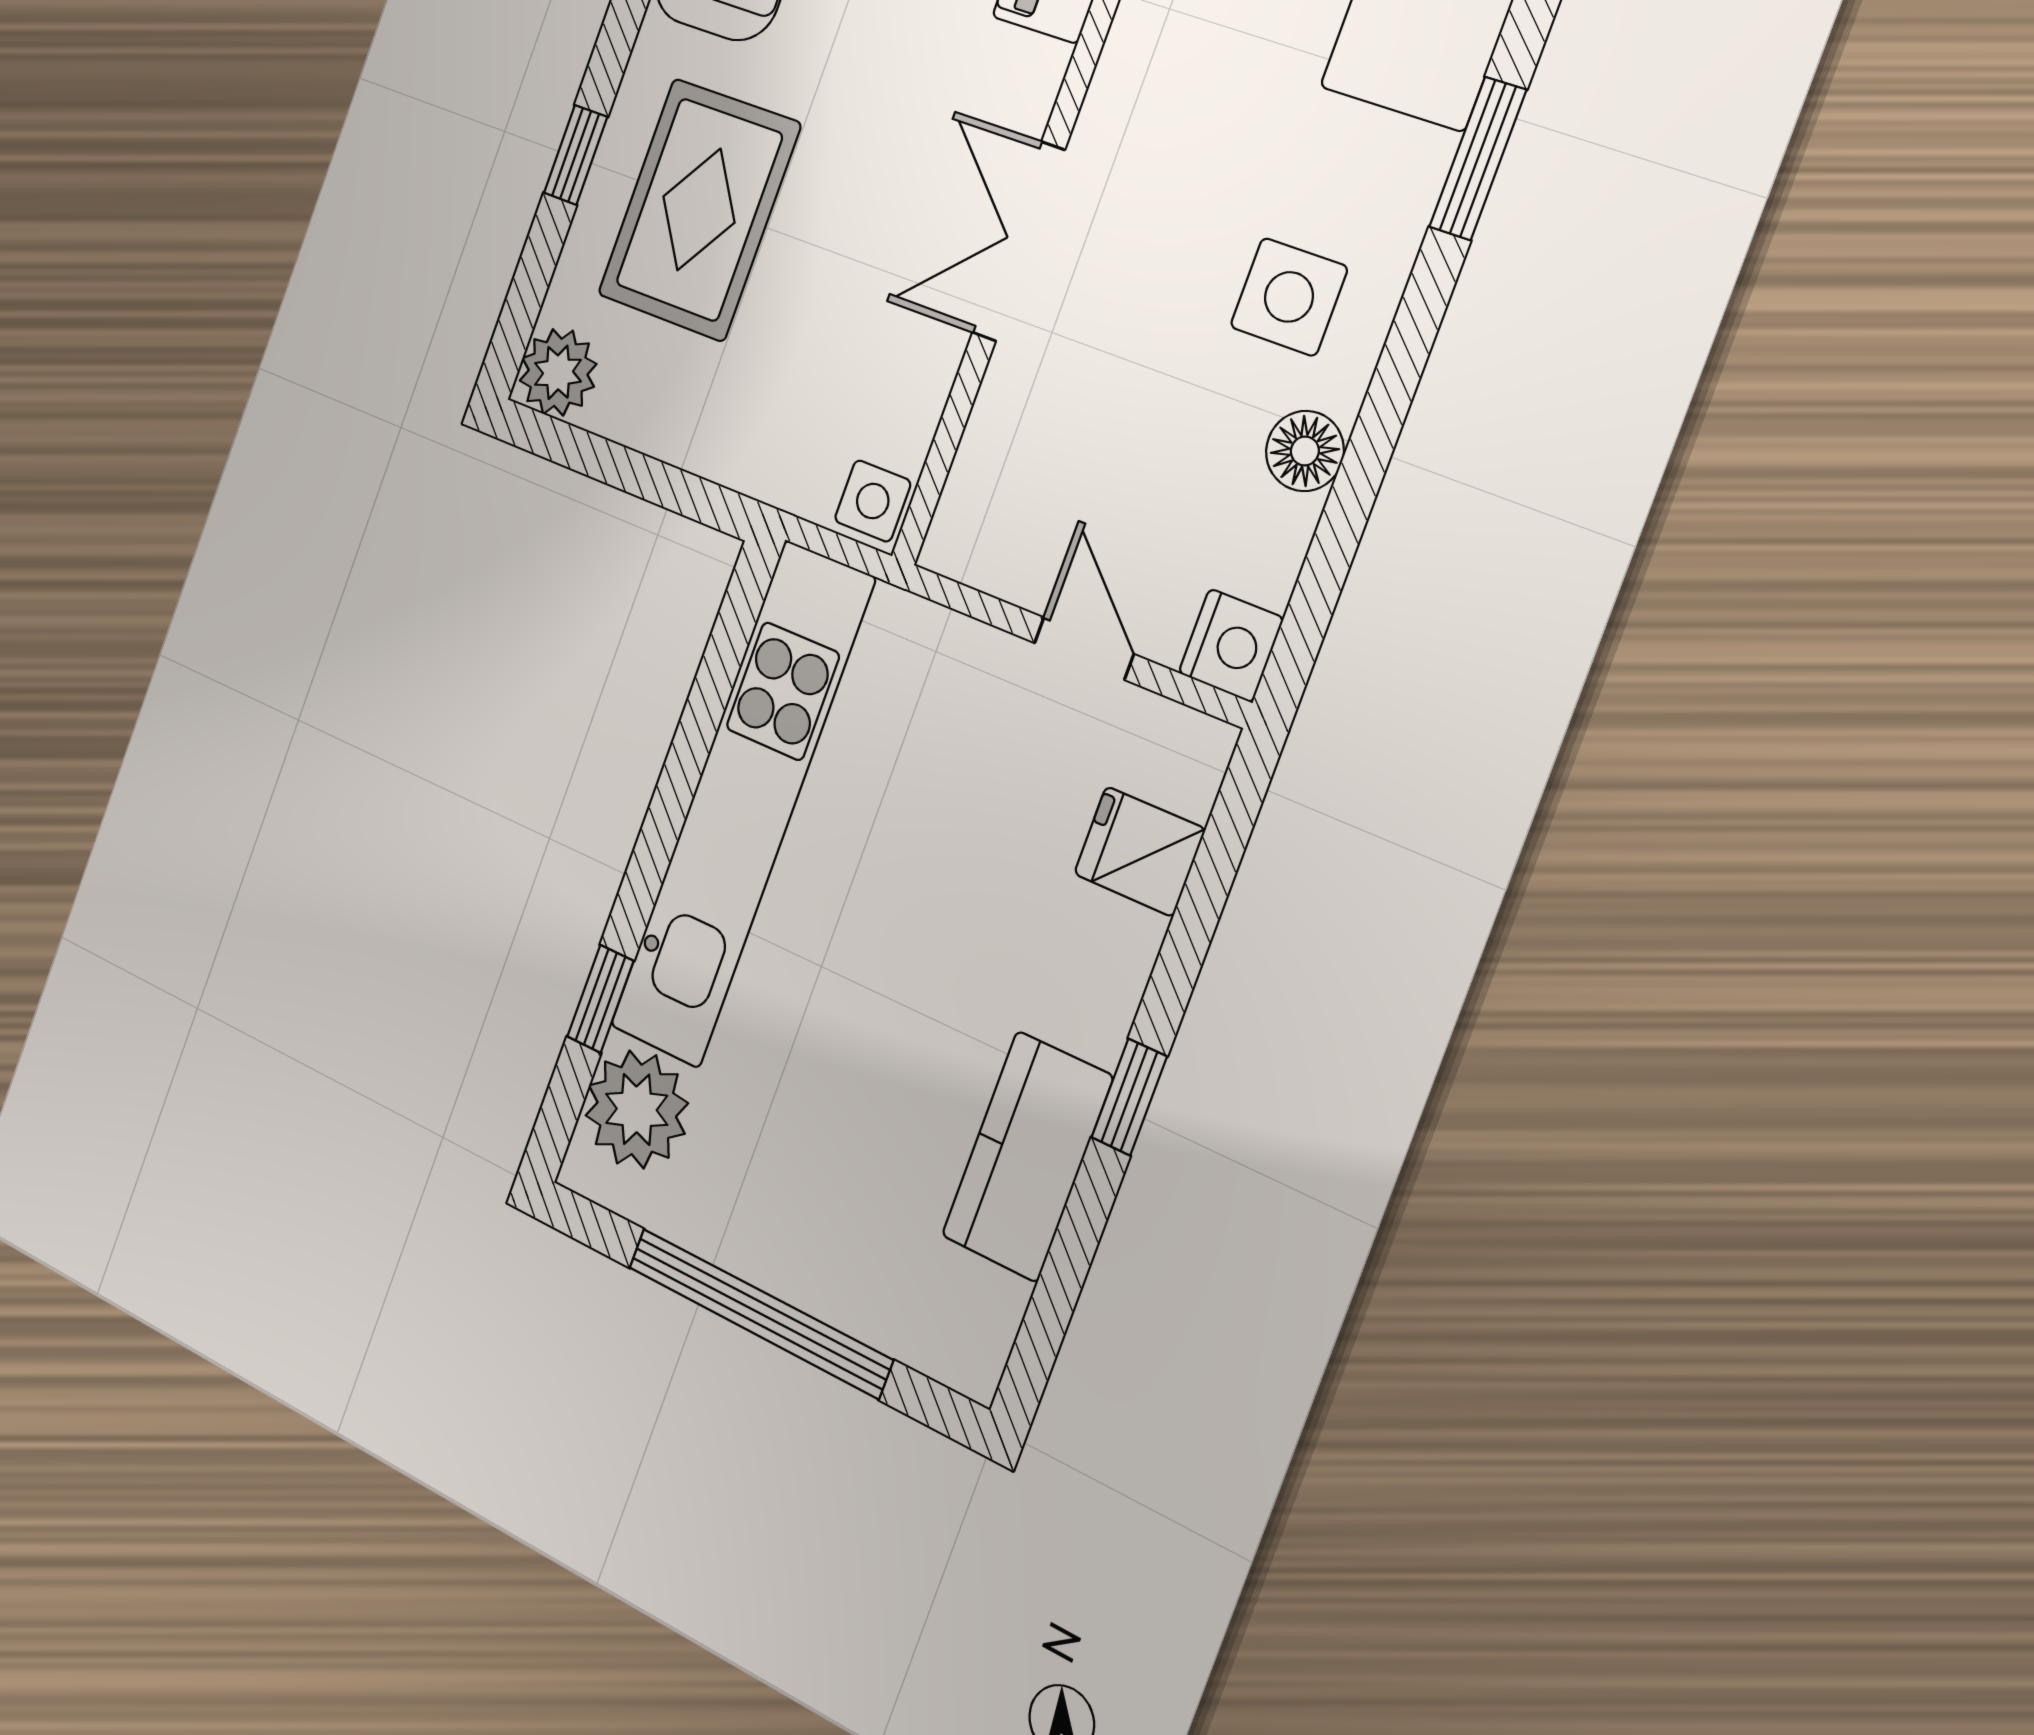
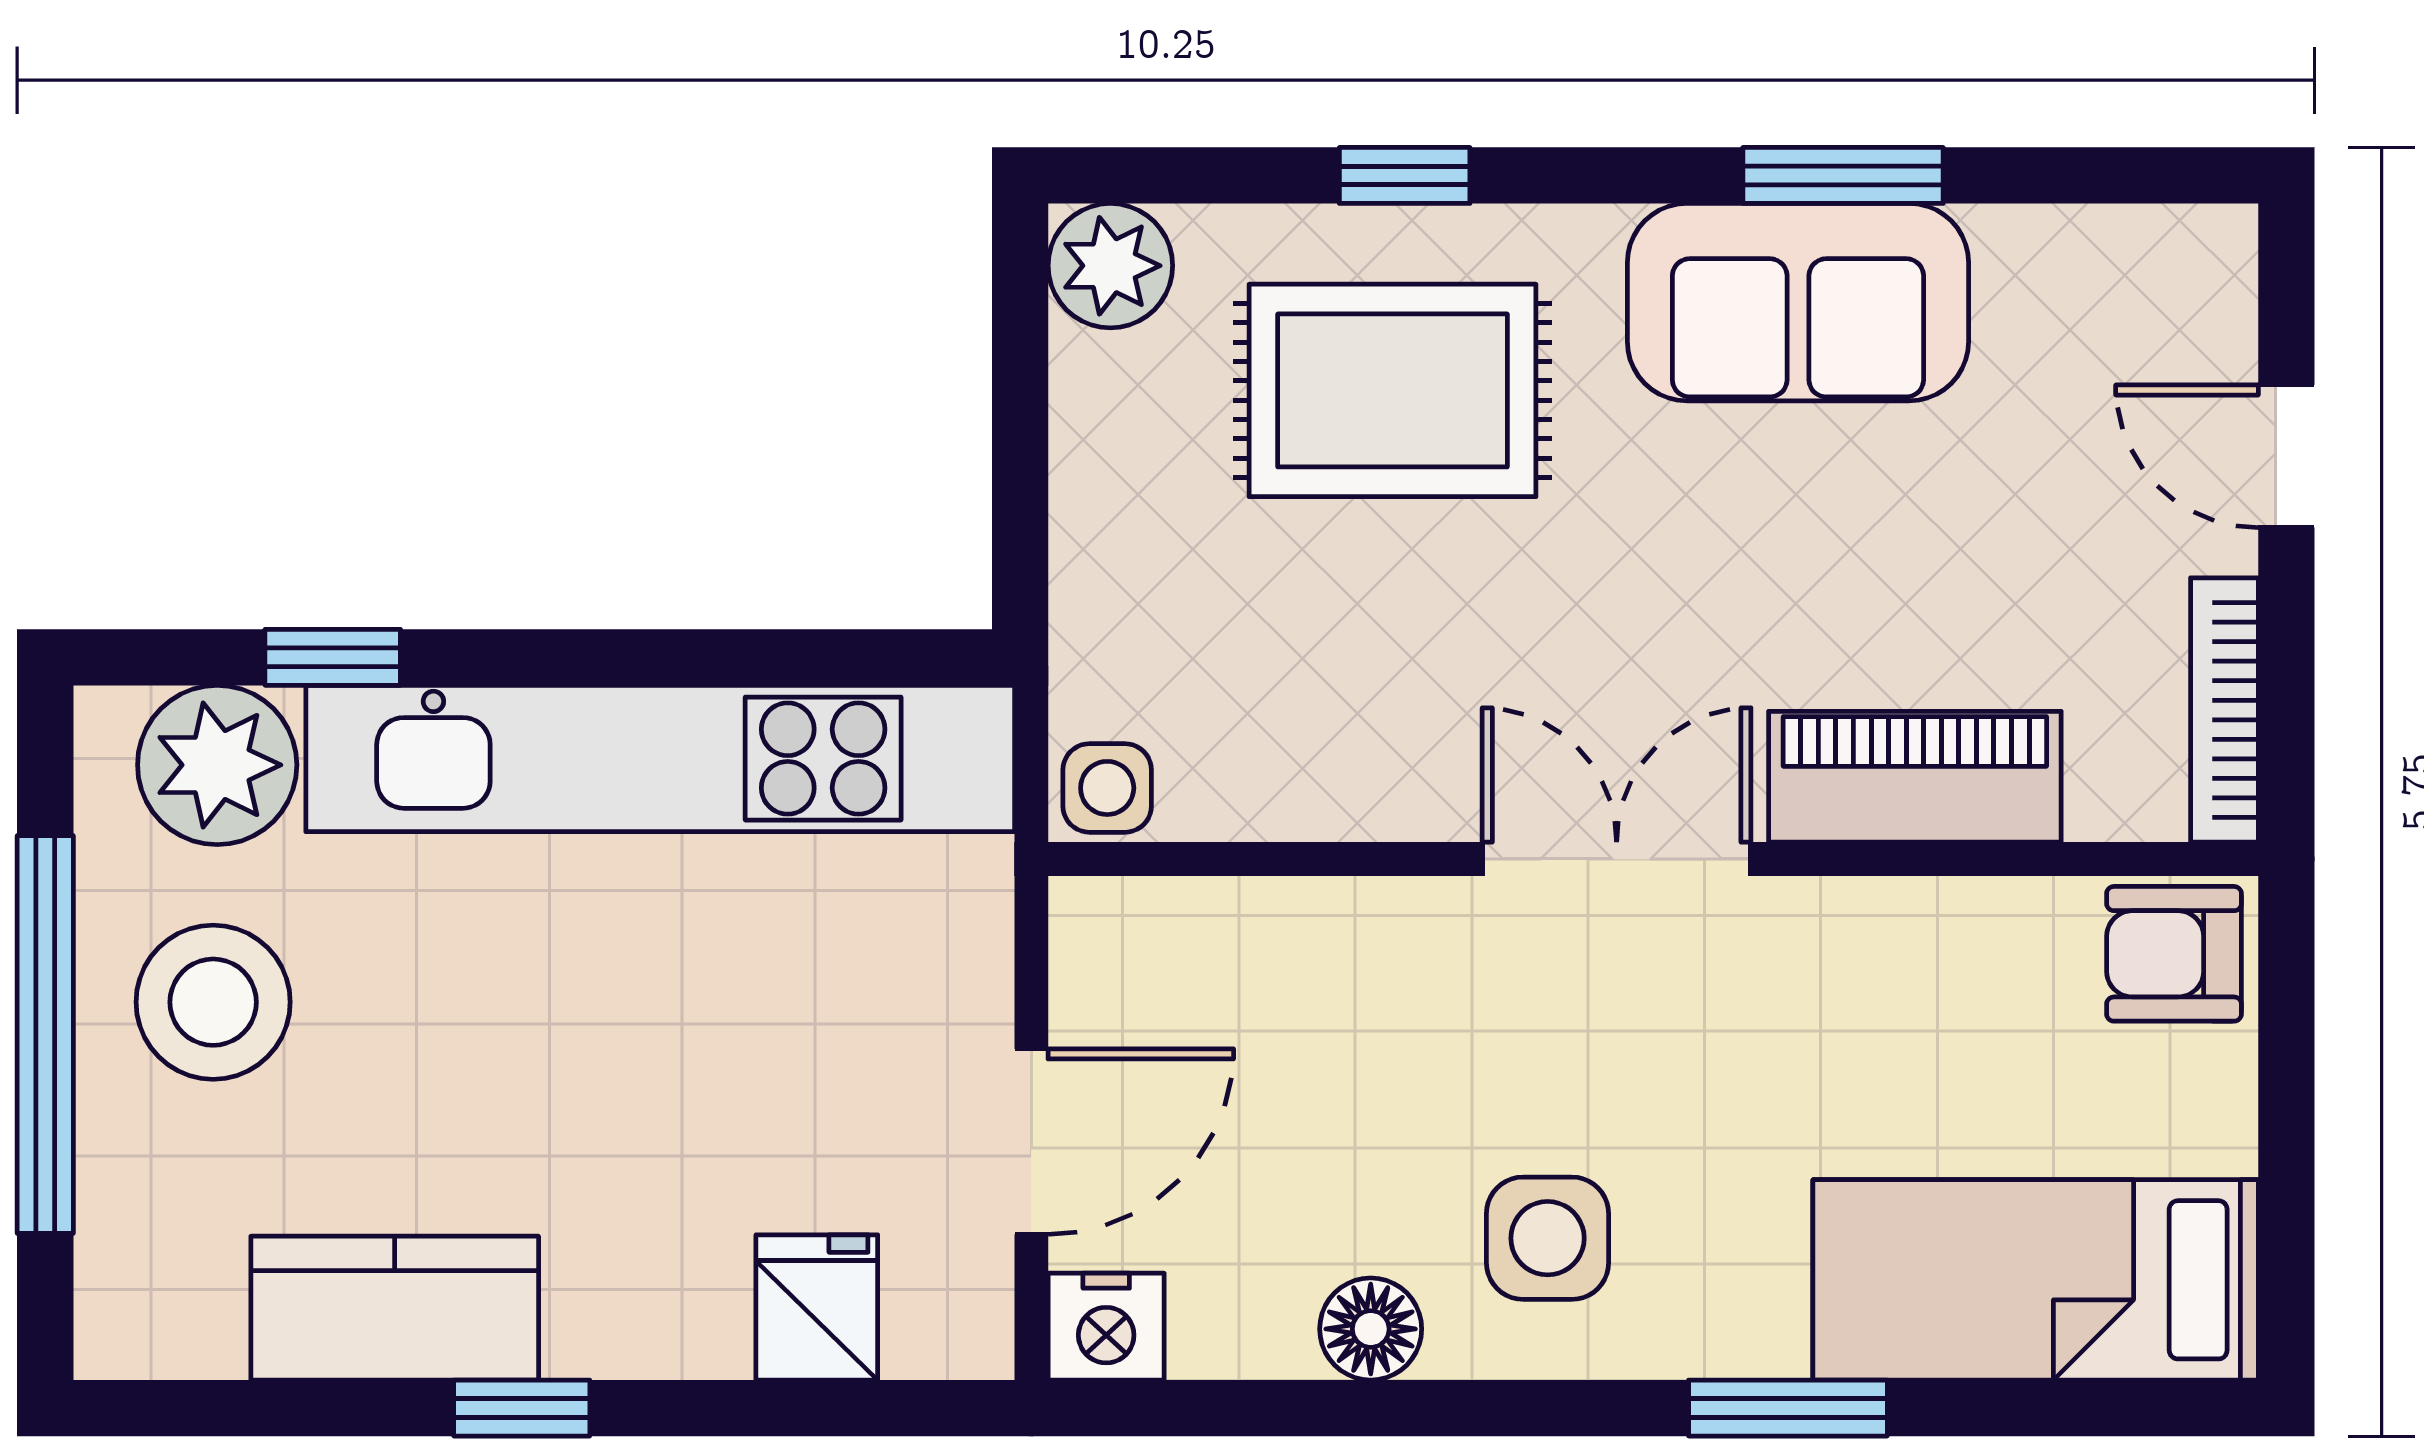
double door: (1019, 241) -> (1617, 859), moved
door: (1084, 648) -> (1031, 1142), width x1.38
stool: (781, 1186) -> (213, 1002), added

